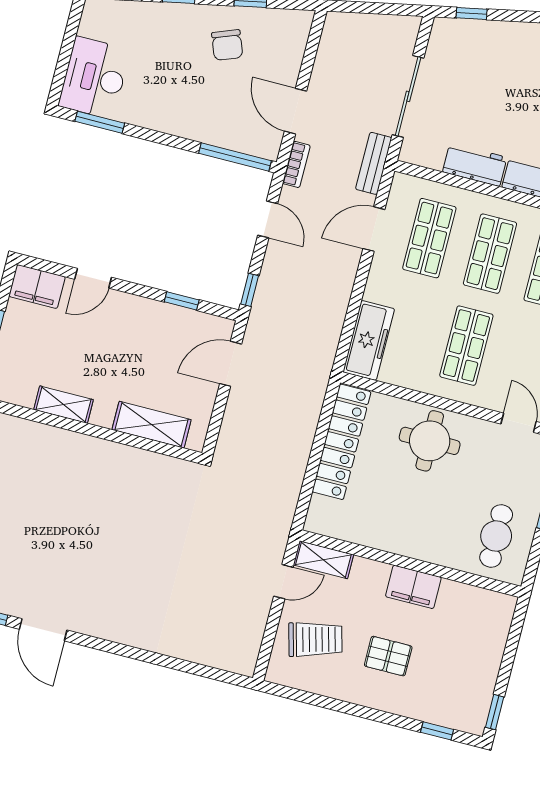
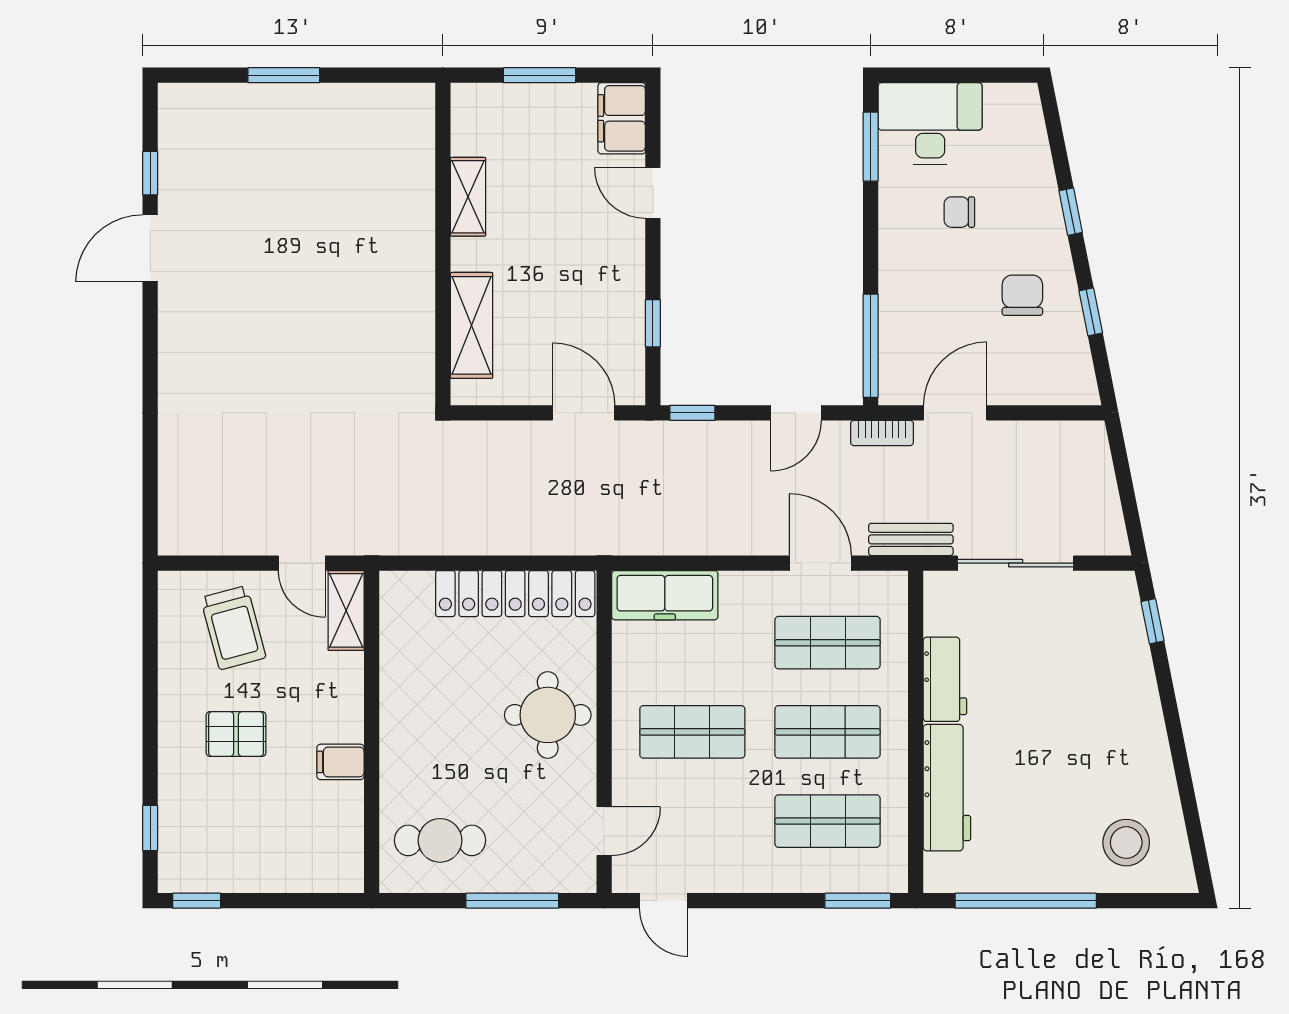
chair: (227, 45) -> (1022, 295), turned 111
chair: (160, 73) -> (959, 212), added
filing cabinet: (413, 587) -> (340, 762), width x0.50
pallet: (388, 656) -> (236, 734), turned 90

